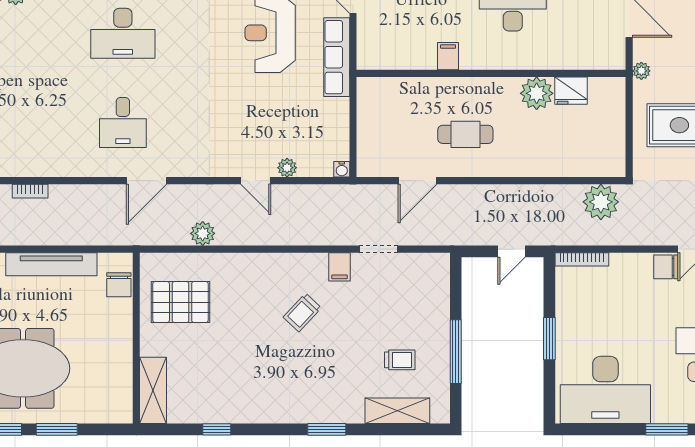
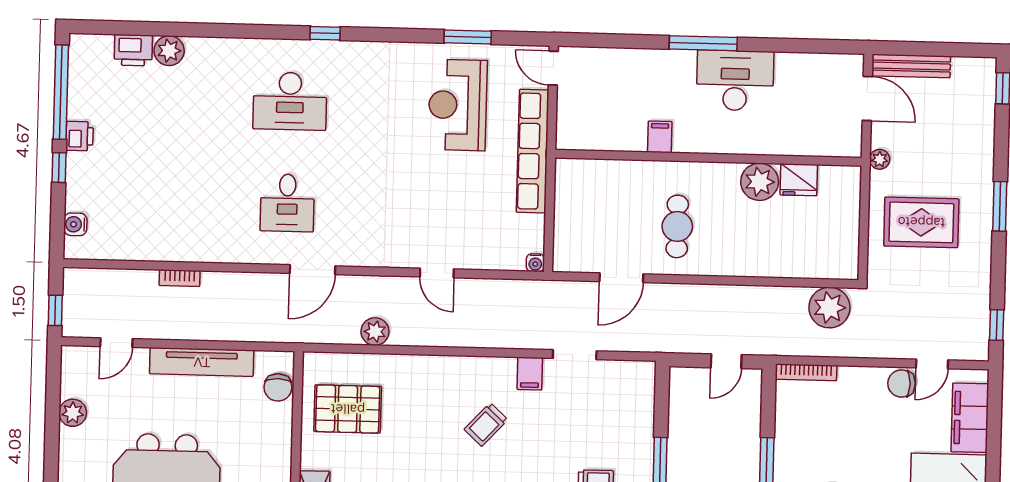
row of seats: (337, 57) -> (533, 151), width x1.36
cafe table: (465, 134) -> (677, 226), turned 90
plant: (287, 168) -> (473, 259), removed

